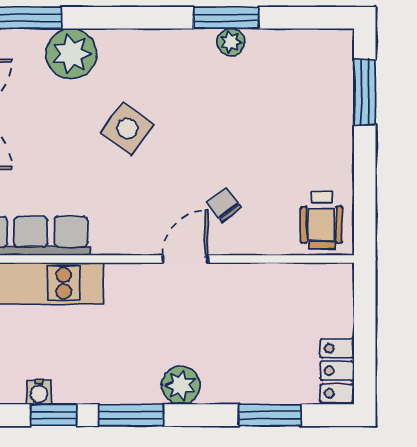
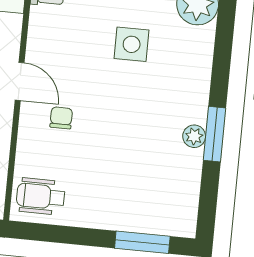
side table: (127, 129) -> (132, 44), turned -37
chair: (224, 205) -> (61, 118), turned -53

